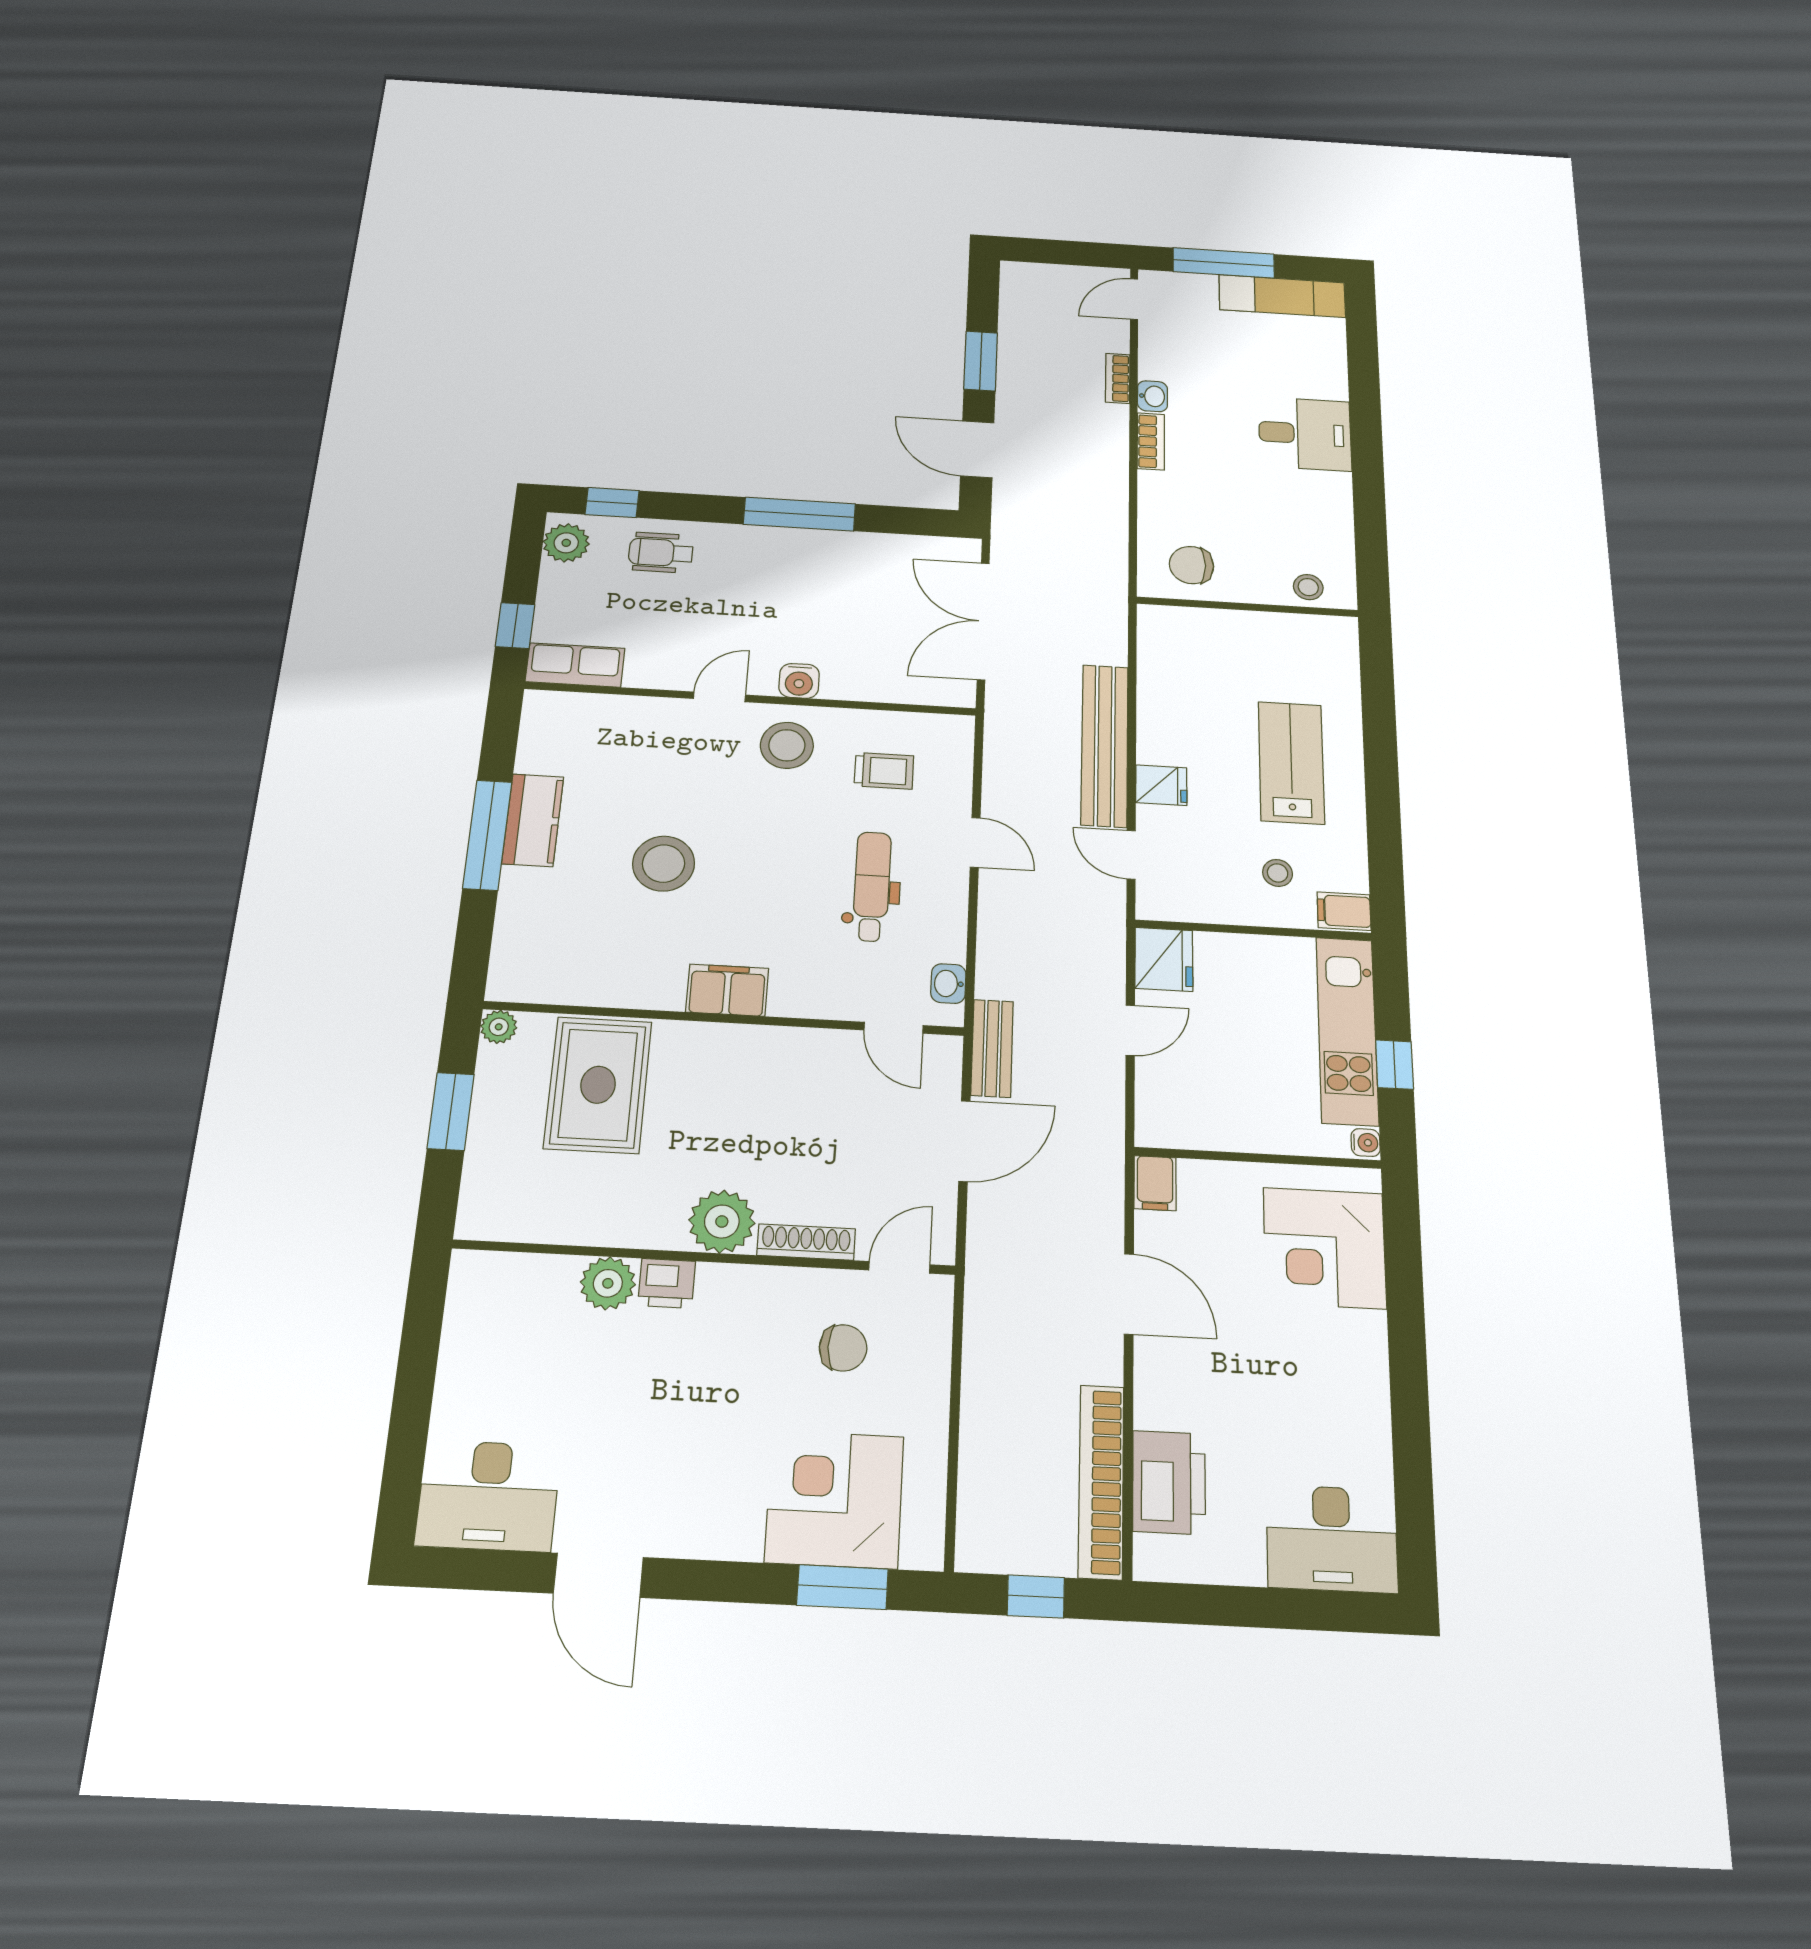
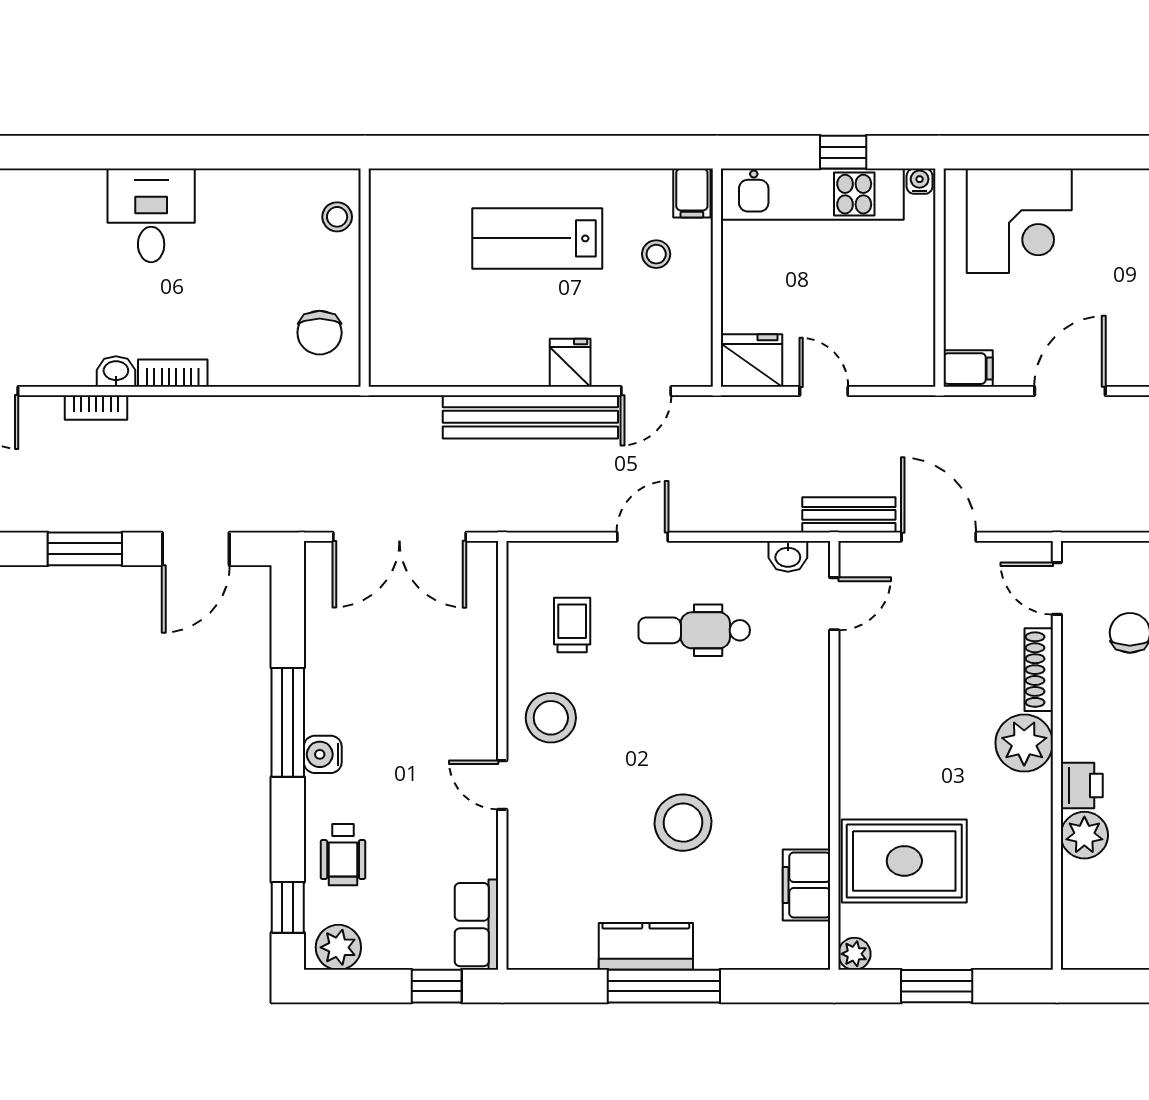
water cooler: (799, 681) -> (323, 754), moved, turned 180
filing cabinet: (727, 990) -> (806, 885), moved

